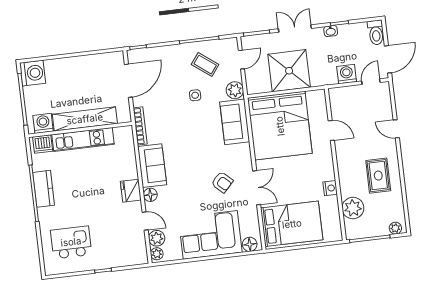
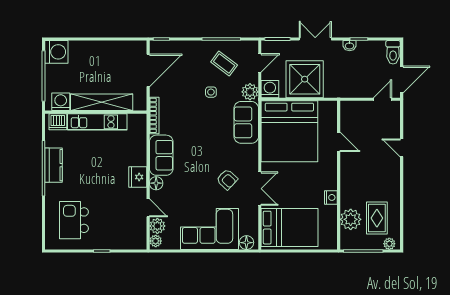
washing machine: (347, 74) -> (270, 89), moved
rug: (378, 176) -> (377, 218), moved
kitchen island: (71, 242) -> (74, 220), turned -90

